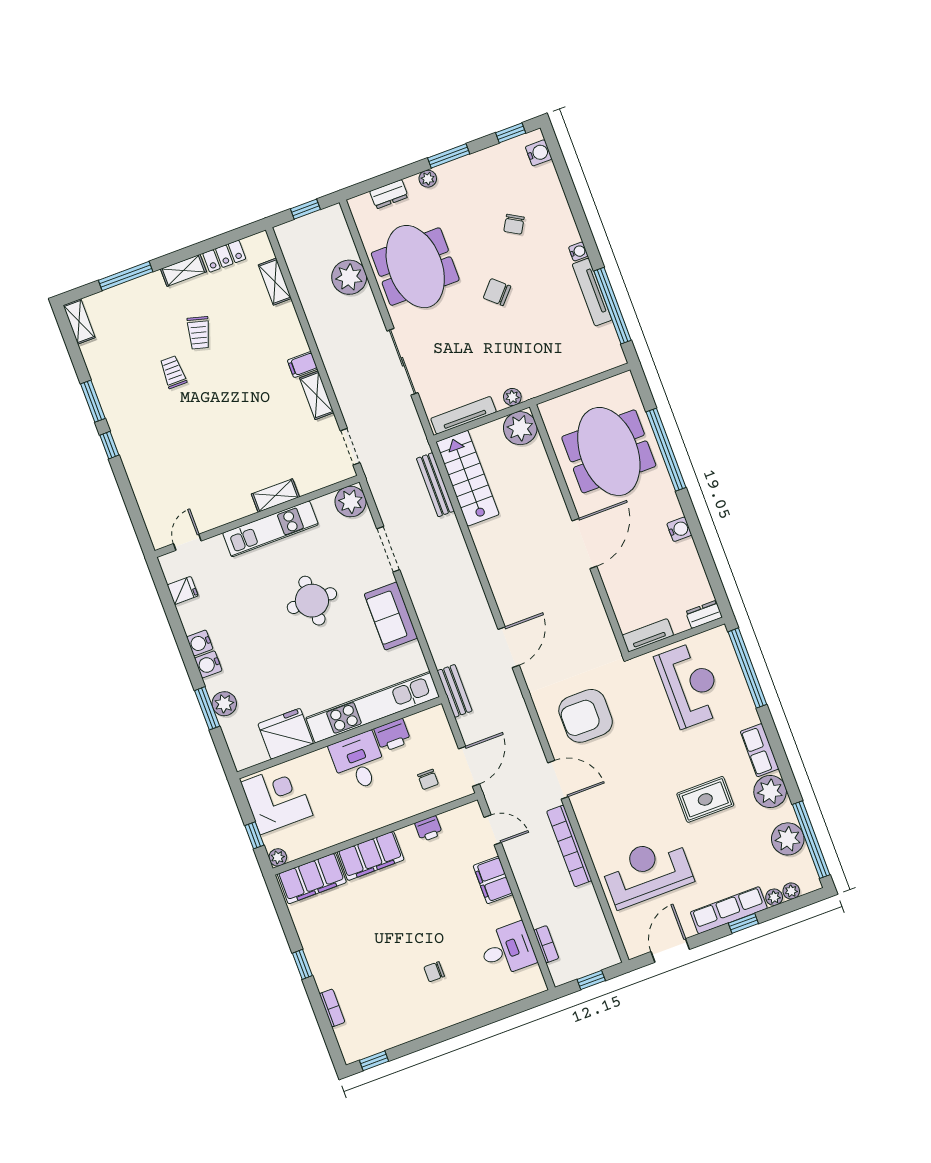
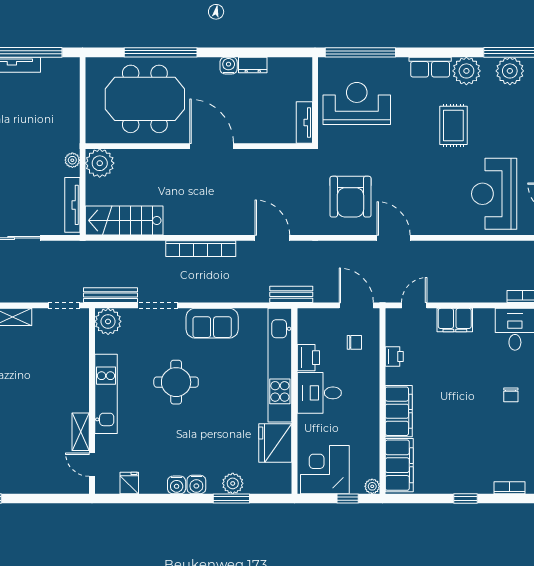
bench: (435, 485) -> (110, 295), moved
shelving: (275, 496) -> (81, 432), moved
dresser: (704, 614) -> (253, 65), moved, turned -90
door: (558, 780) -> (394, 238), hinge flipped
bookcase: (569, 846) -> (201, 249), moved

